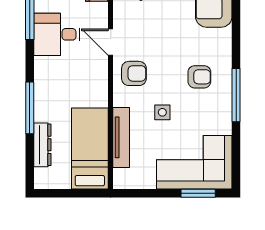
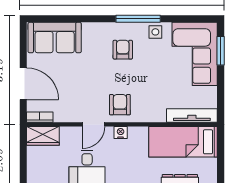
nightstand: (101, 74) -> (121, 133), added
side table: (162, 112) -> (155, 32), moved
tv unit: (121, 137) -> (192, 115), moved

